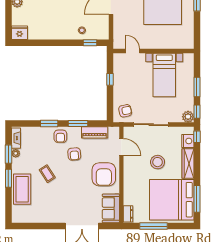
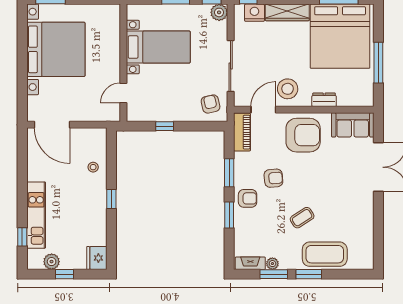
window: (8, 11) -> (64, 274), added
window: (90, 43) -> (111, 199), moved
piano: (95, 132) -> (242, 132), moved
stool: (158, 162) -> (288, 89), moved
dresser: (128, 214) -> (324, 100), moved

